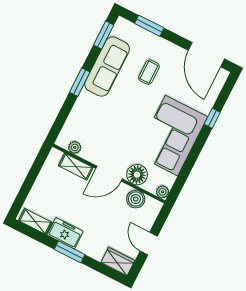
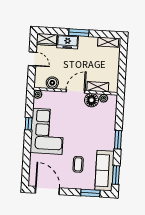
sofa: (107, 67) -> (104, 171), moved
window: (212, 118) -> (29, 124), moved
floor lamp: (137, 175) -> (91, 100), moved
freezer: (65, 233) -> (68, 42), moved

